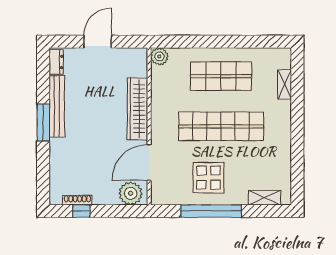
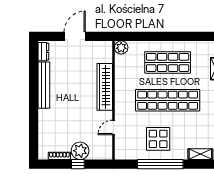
window: (43, 123) -> (34, 97), removed
door: (149, 162) -> (113, 127), width x0.53
plant: (131, 193) -> (80, 151), moved
window: (81, 211) -> (78, 164), moved

